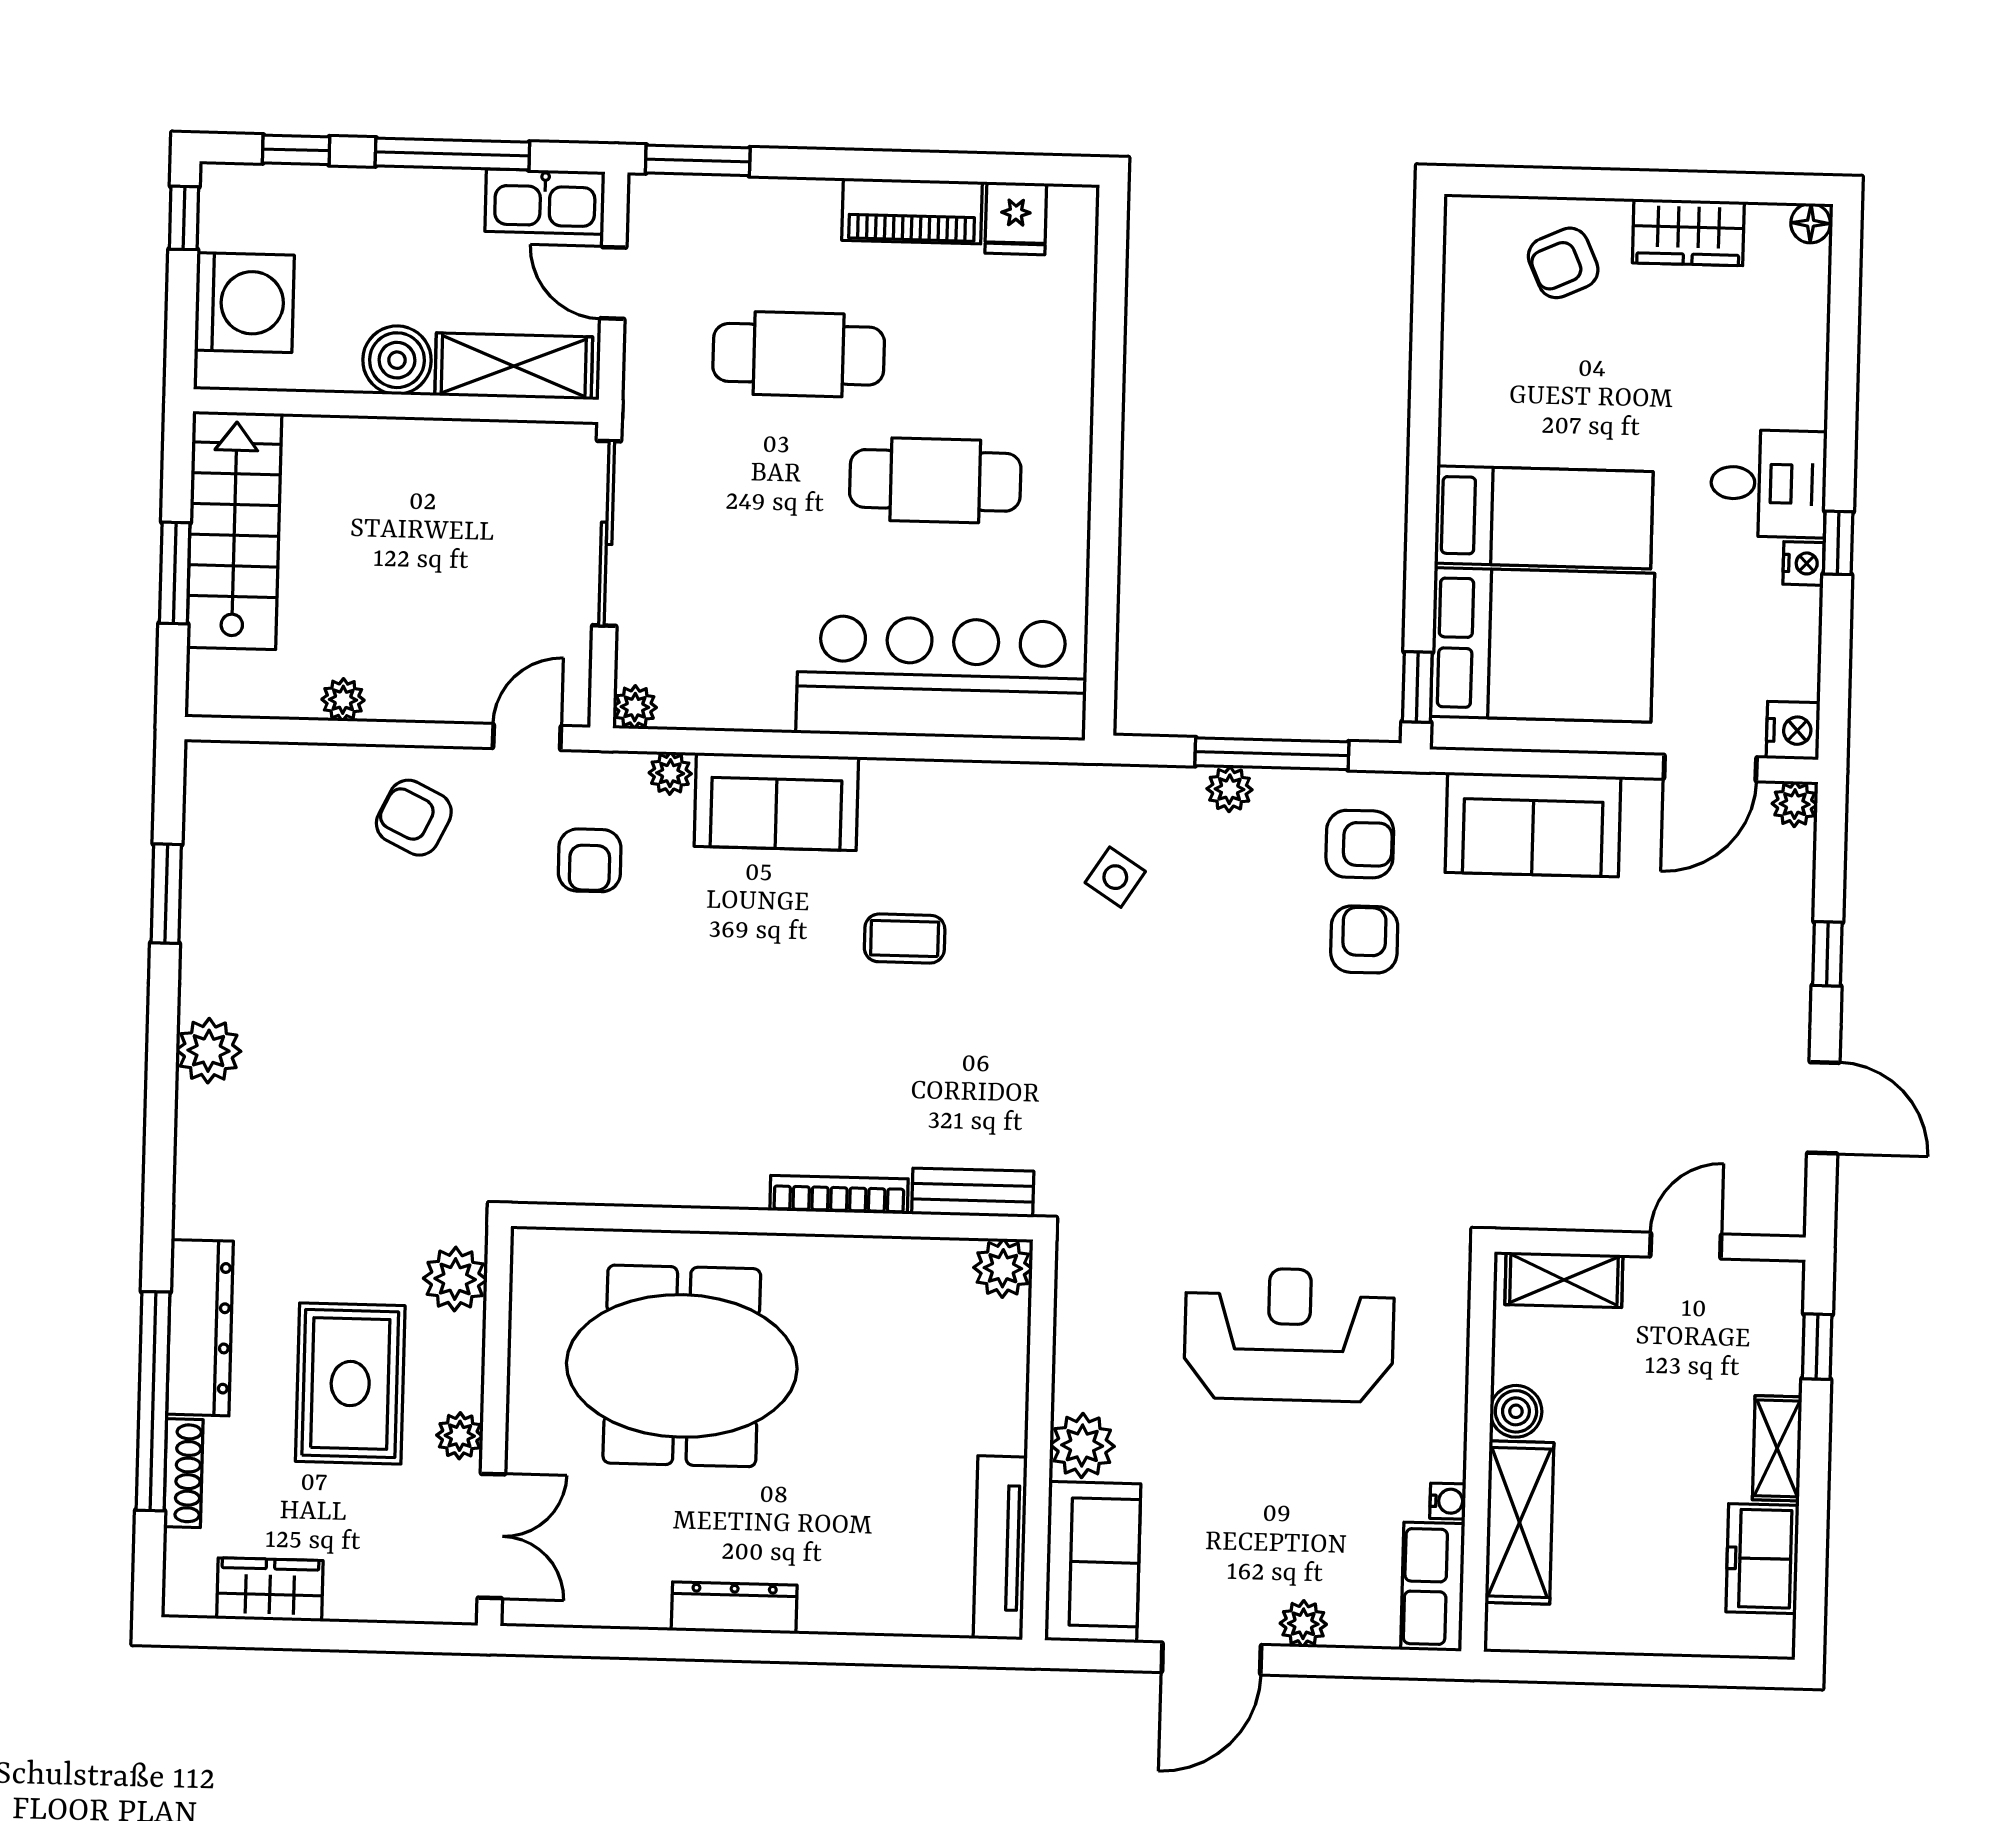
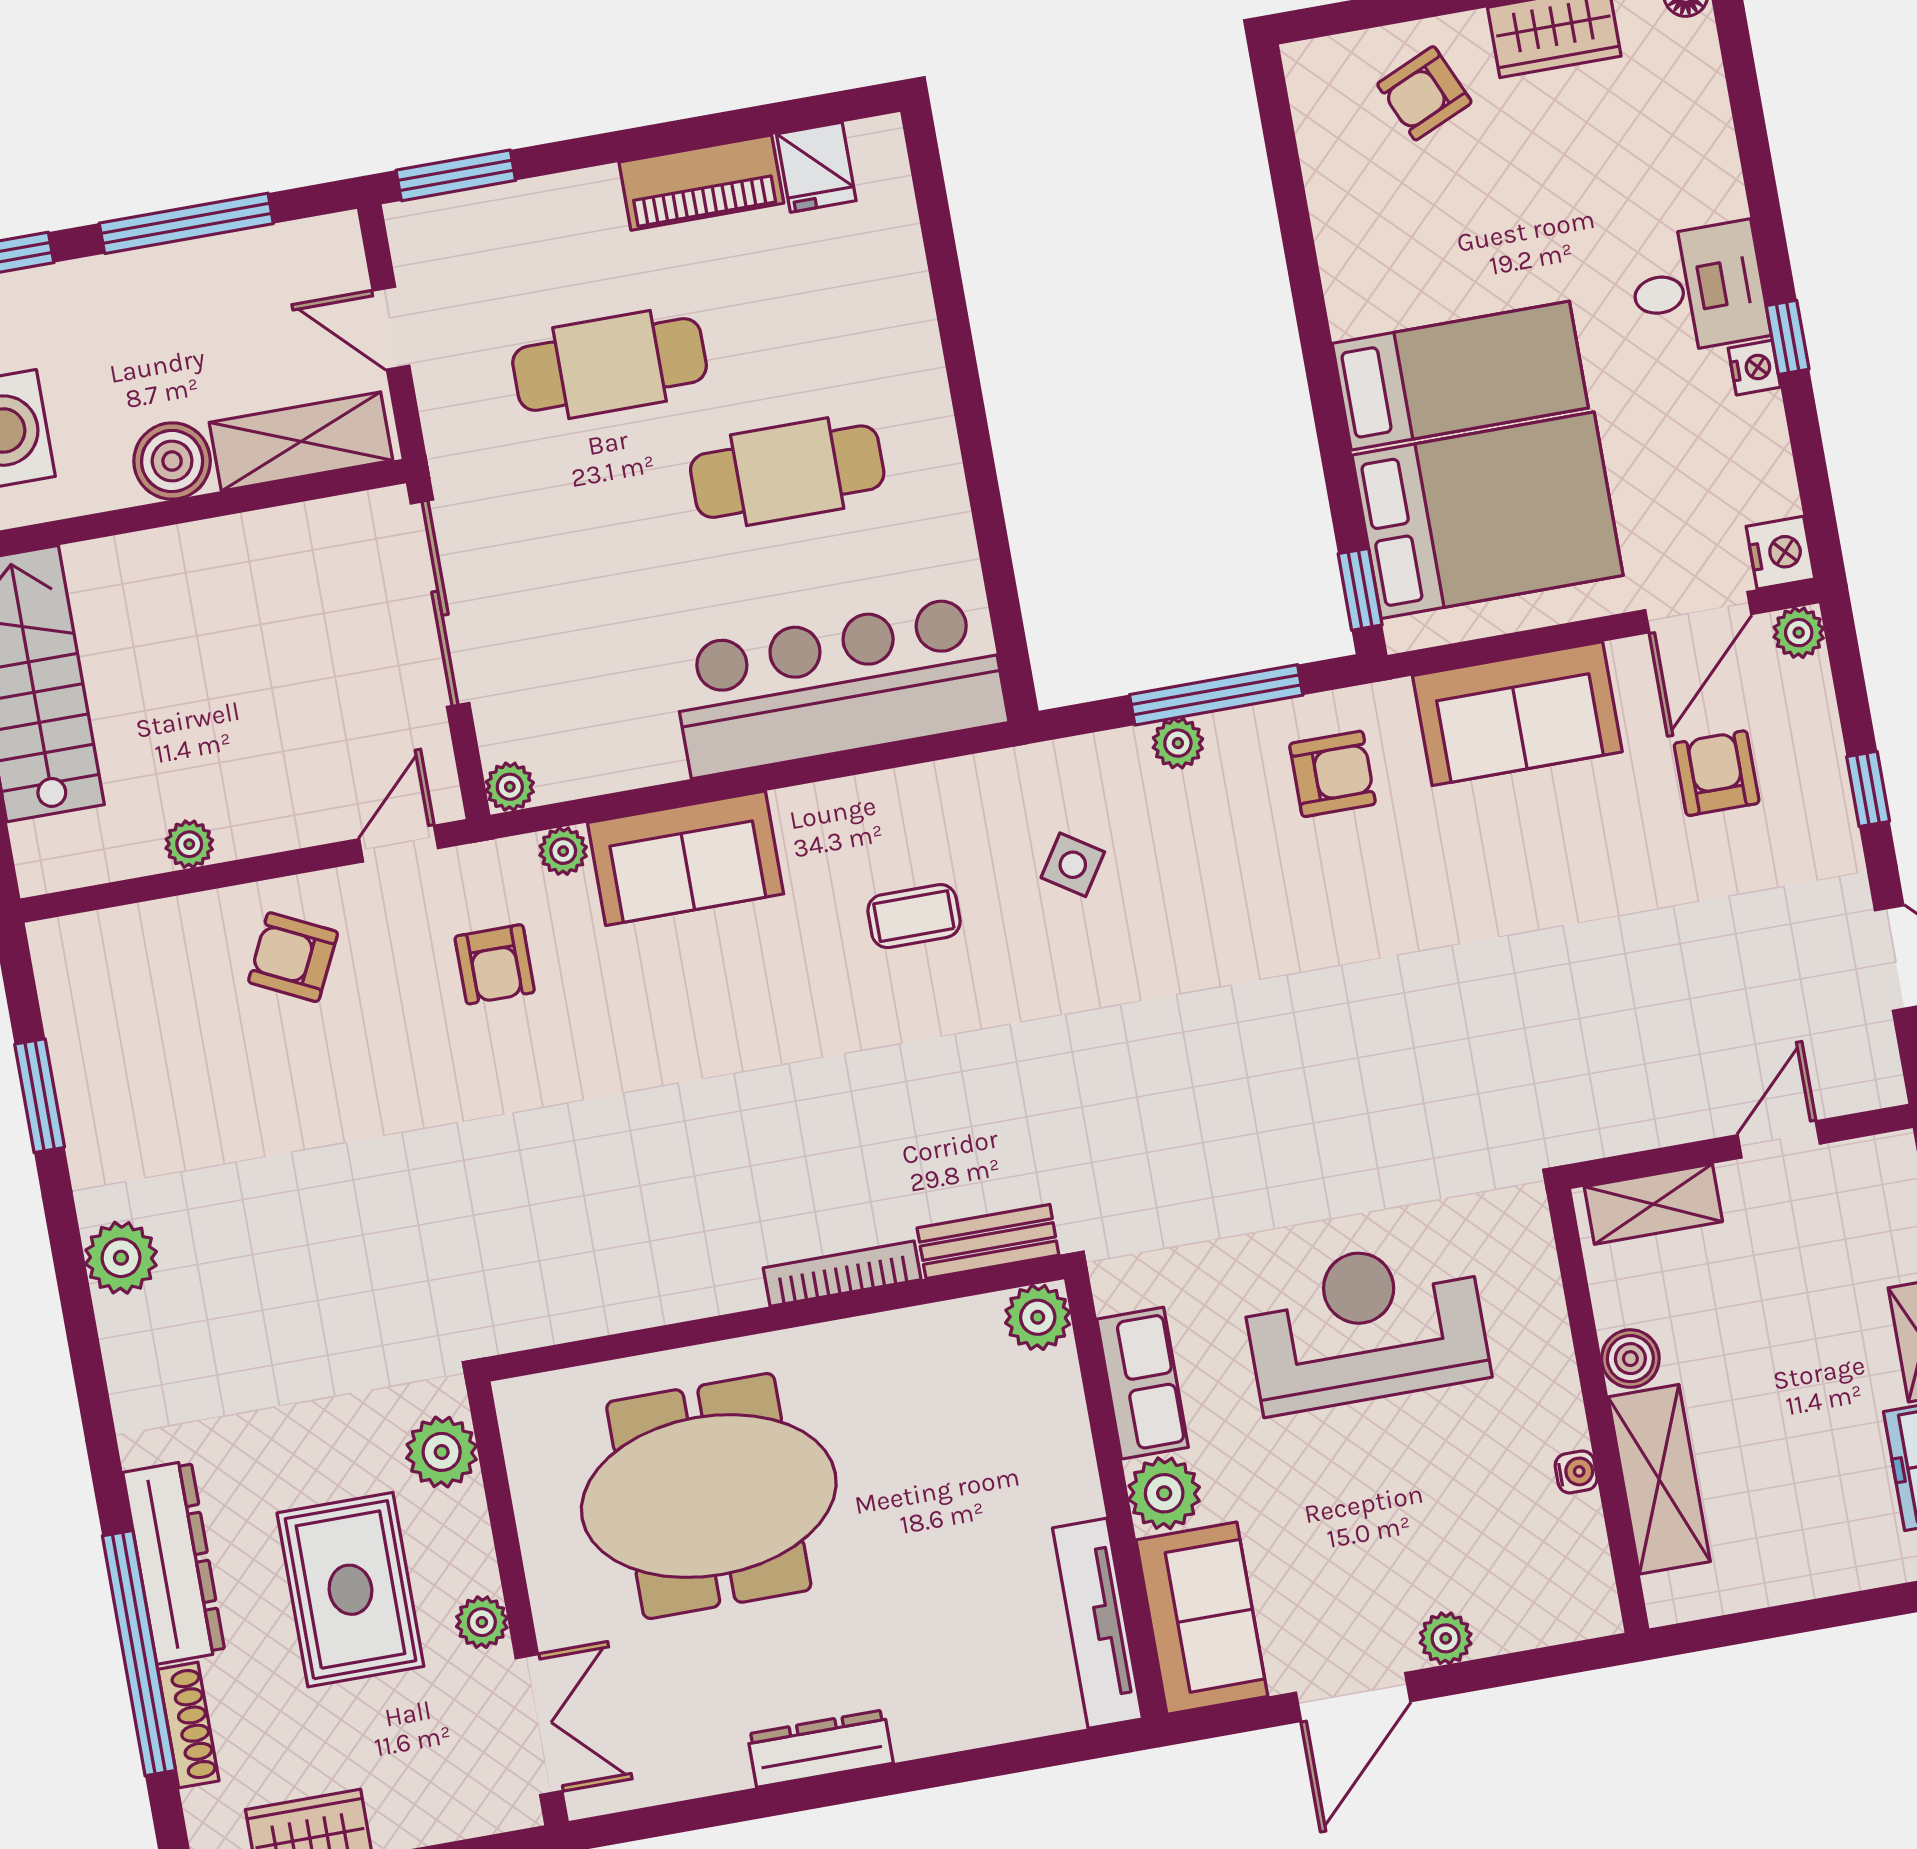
kitchen sink: (545, 202) -> (298, 255), removed
coffee table: (905, 939) -> (914, 916), moved
armchair: (1364, 939) -> (1717, 773), moved
row of seats: (1433, 1587) -> (1143, 1383), moved, turned 180

